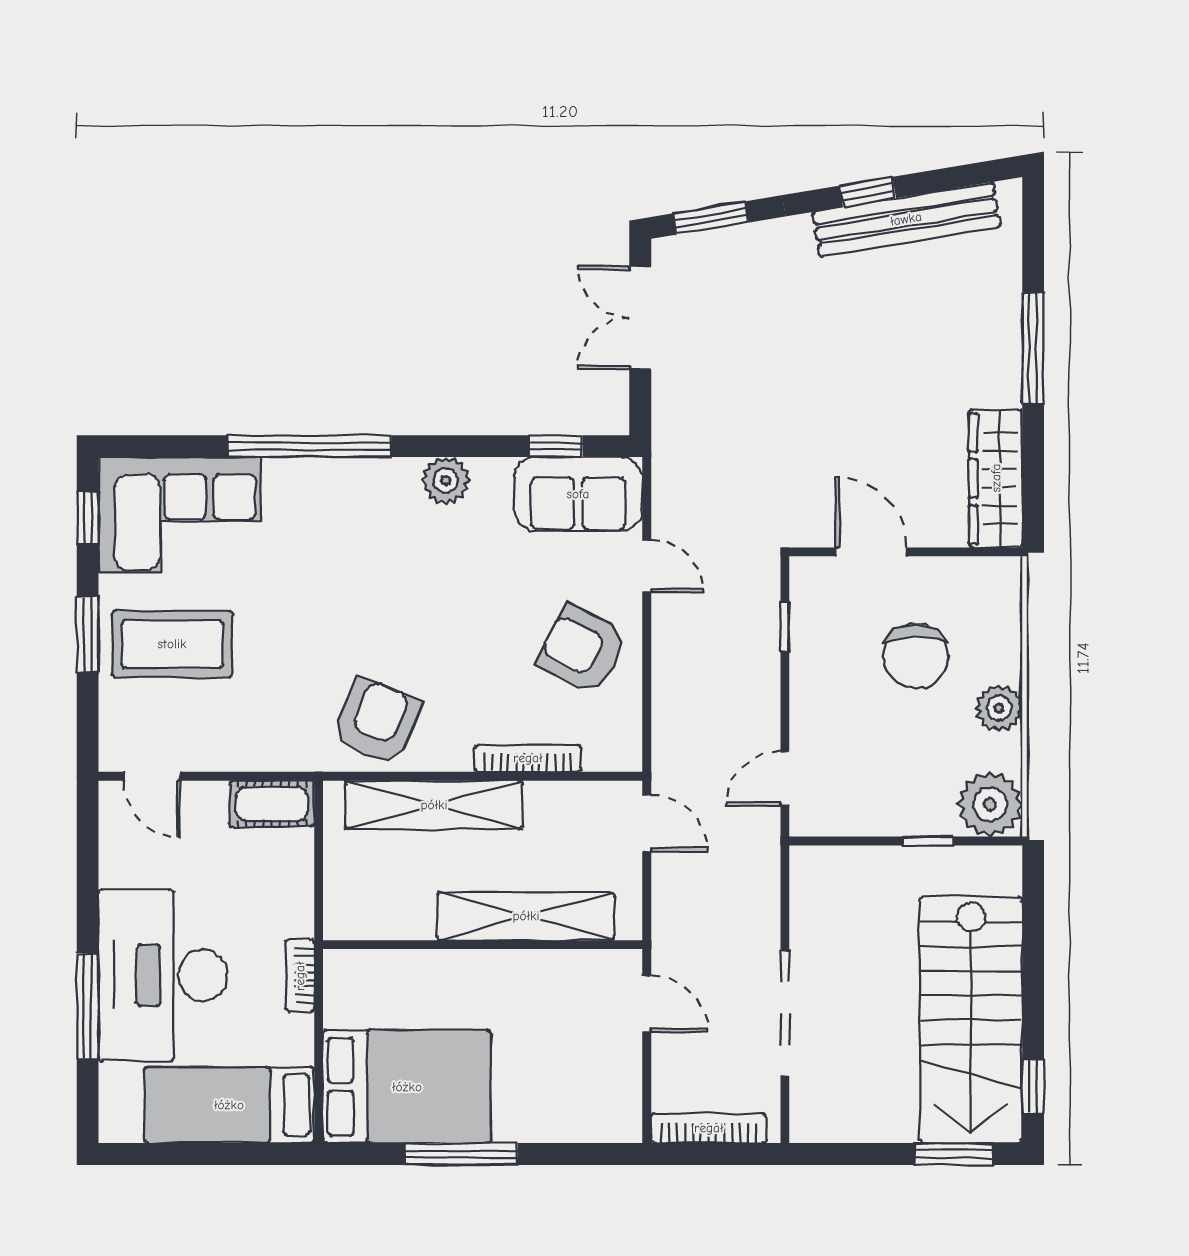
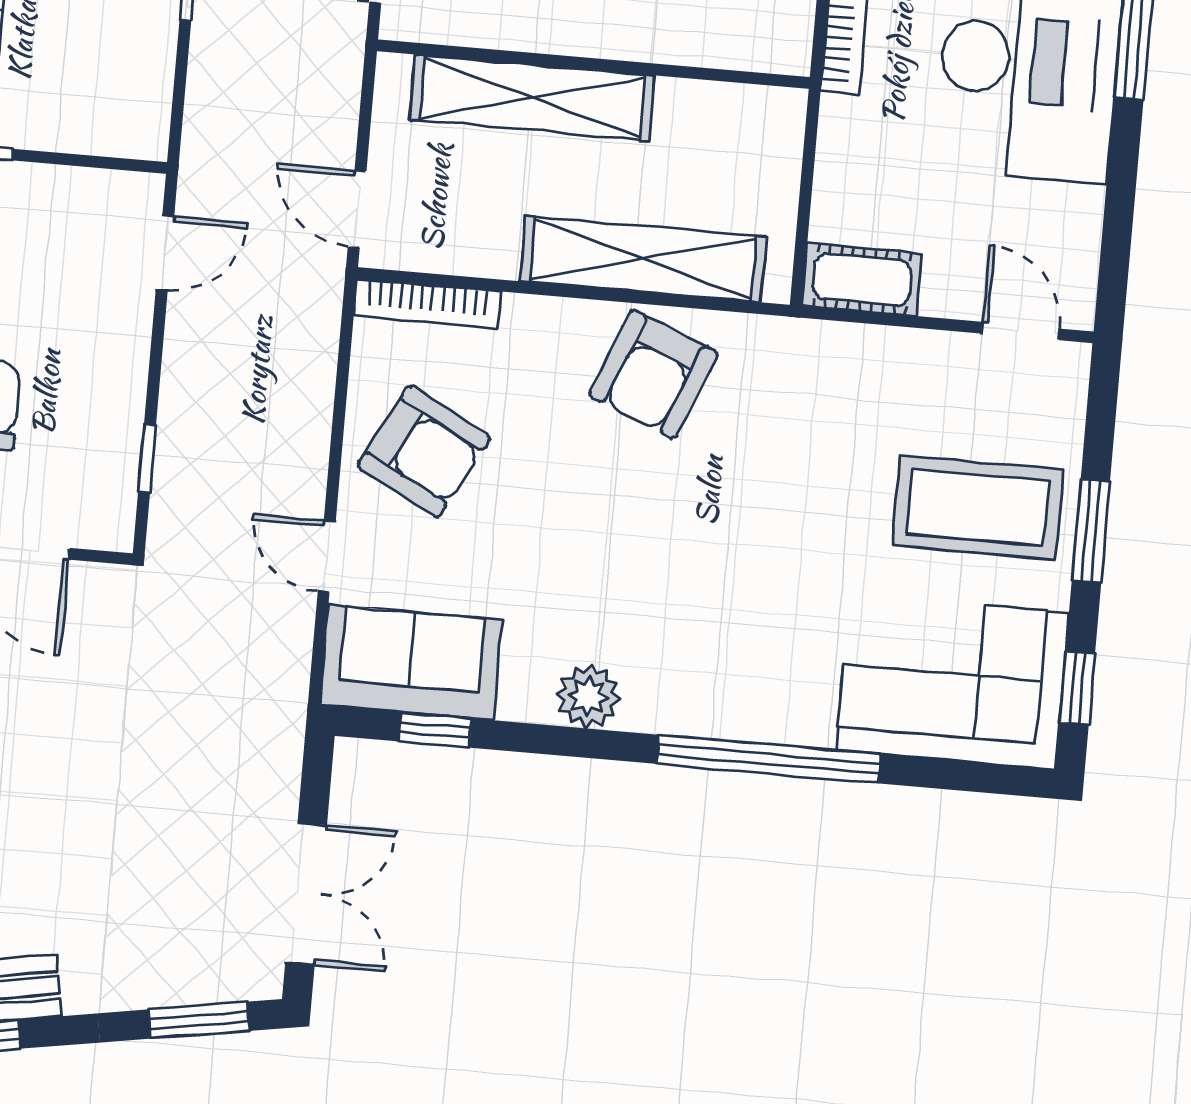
armchair: (377, 721) -> (653, 374), moved
bookcase: (528, 758) -> (427, 304), moved

